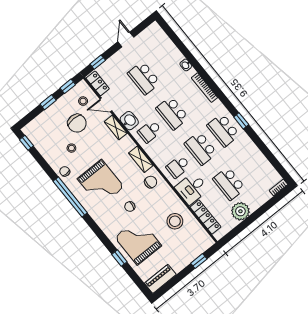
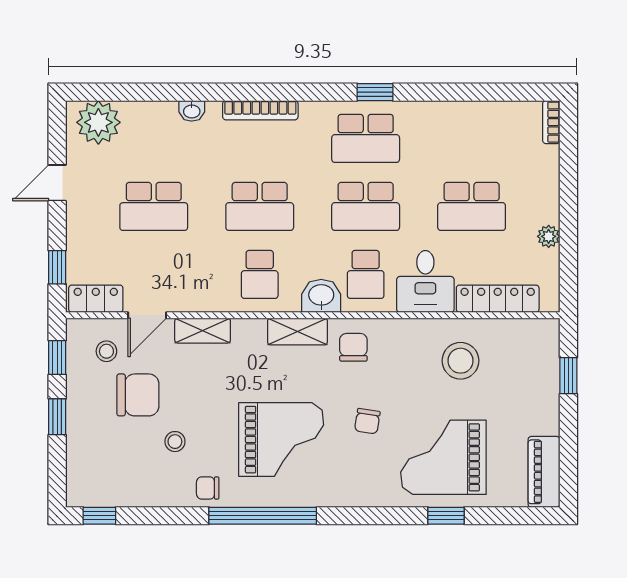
plant: (157, 37) -> (98, 122), added
door: (126, 39) -> (57, 183), hinge flipped
washbasin: (129, 121) -> (321, 296), moved
plant: (240, 211) -> (549, 236), width x0.53, depth x0.53

